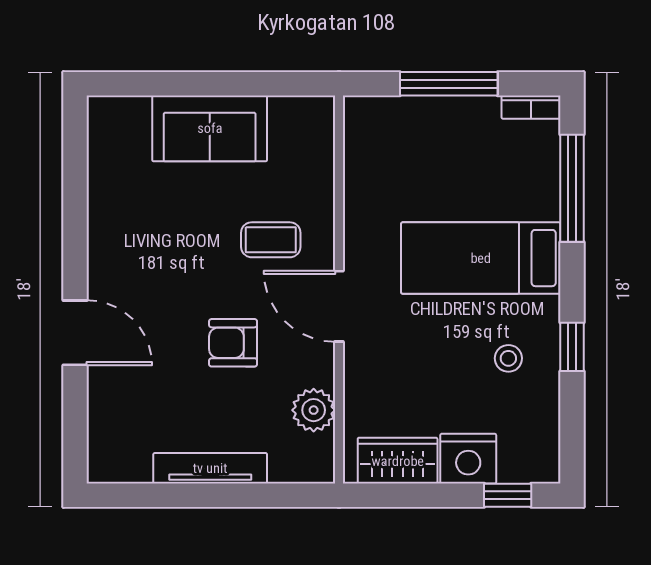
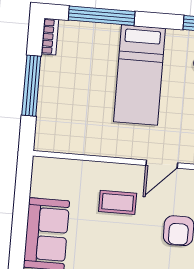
coffee table: (271, 240) -> (118, 202), turned 90
door: (339, 306) -> (162, 164), width x0.73

